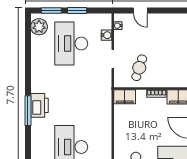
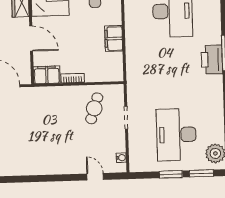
water cooler: (106, 35) -> (135, 146), removed
desk: (71, 44) -> (176, 135), turned 180
filing cabinet: (125, 97) -> (114, 39), moved, turned -90

